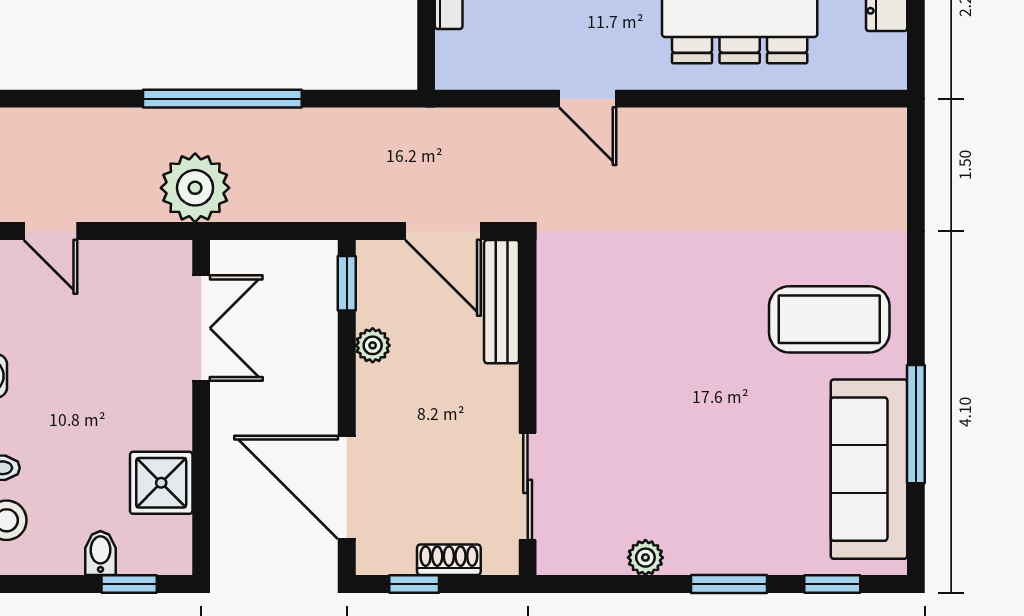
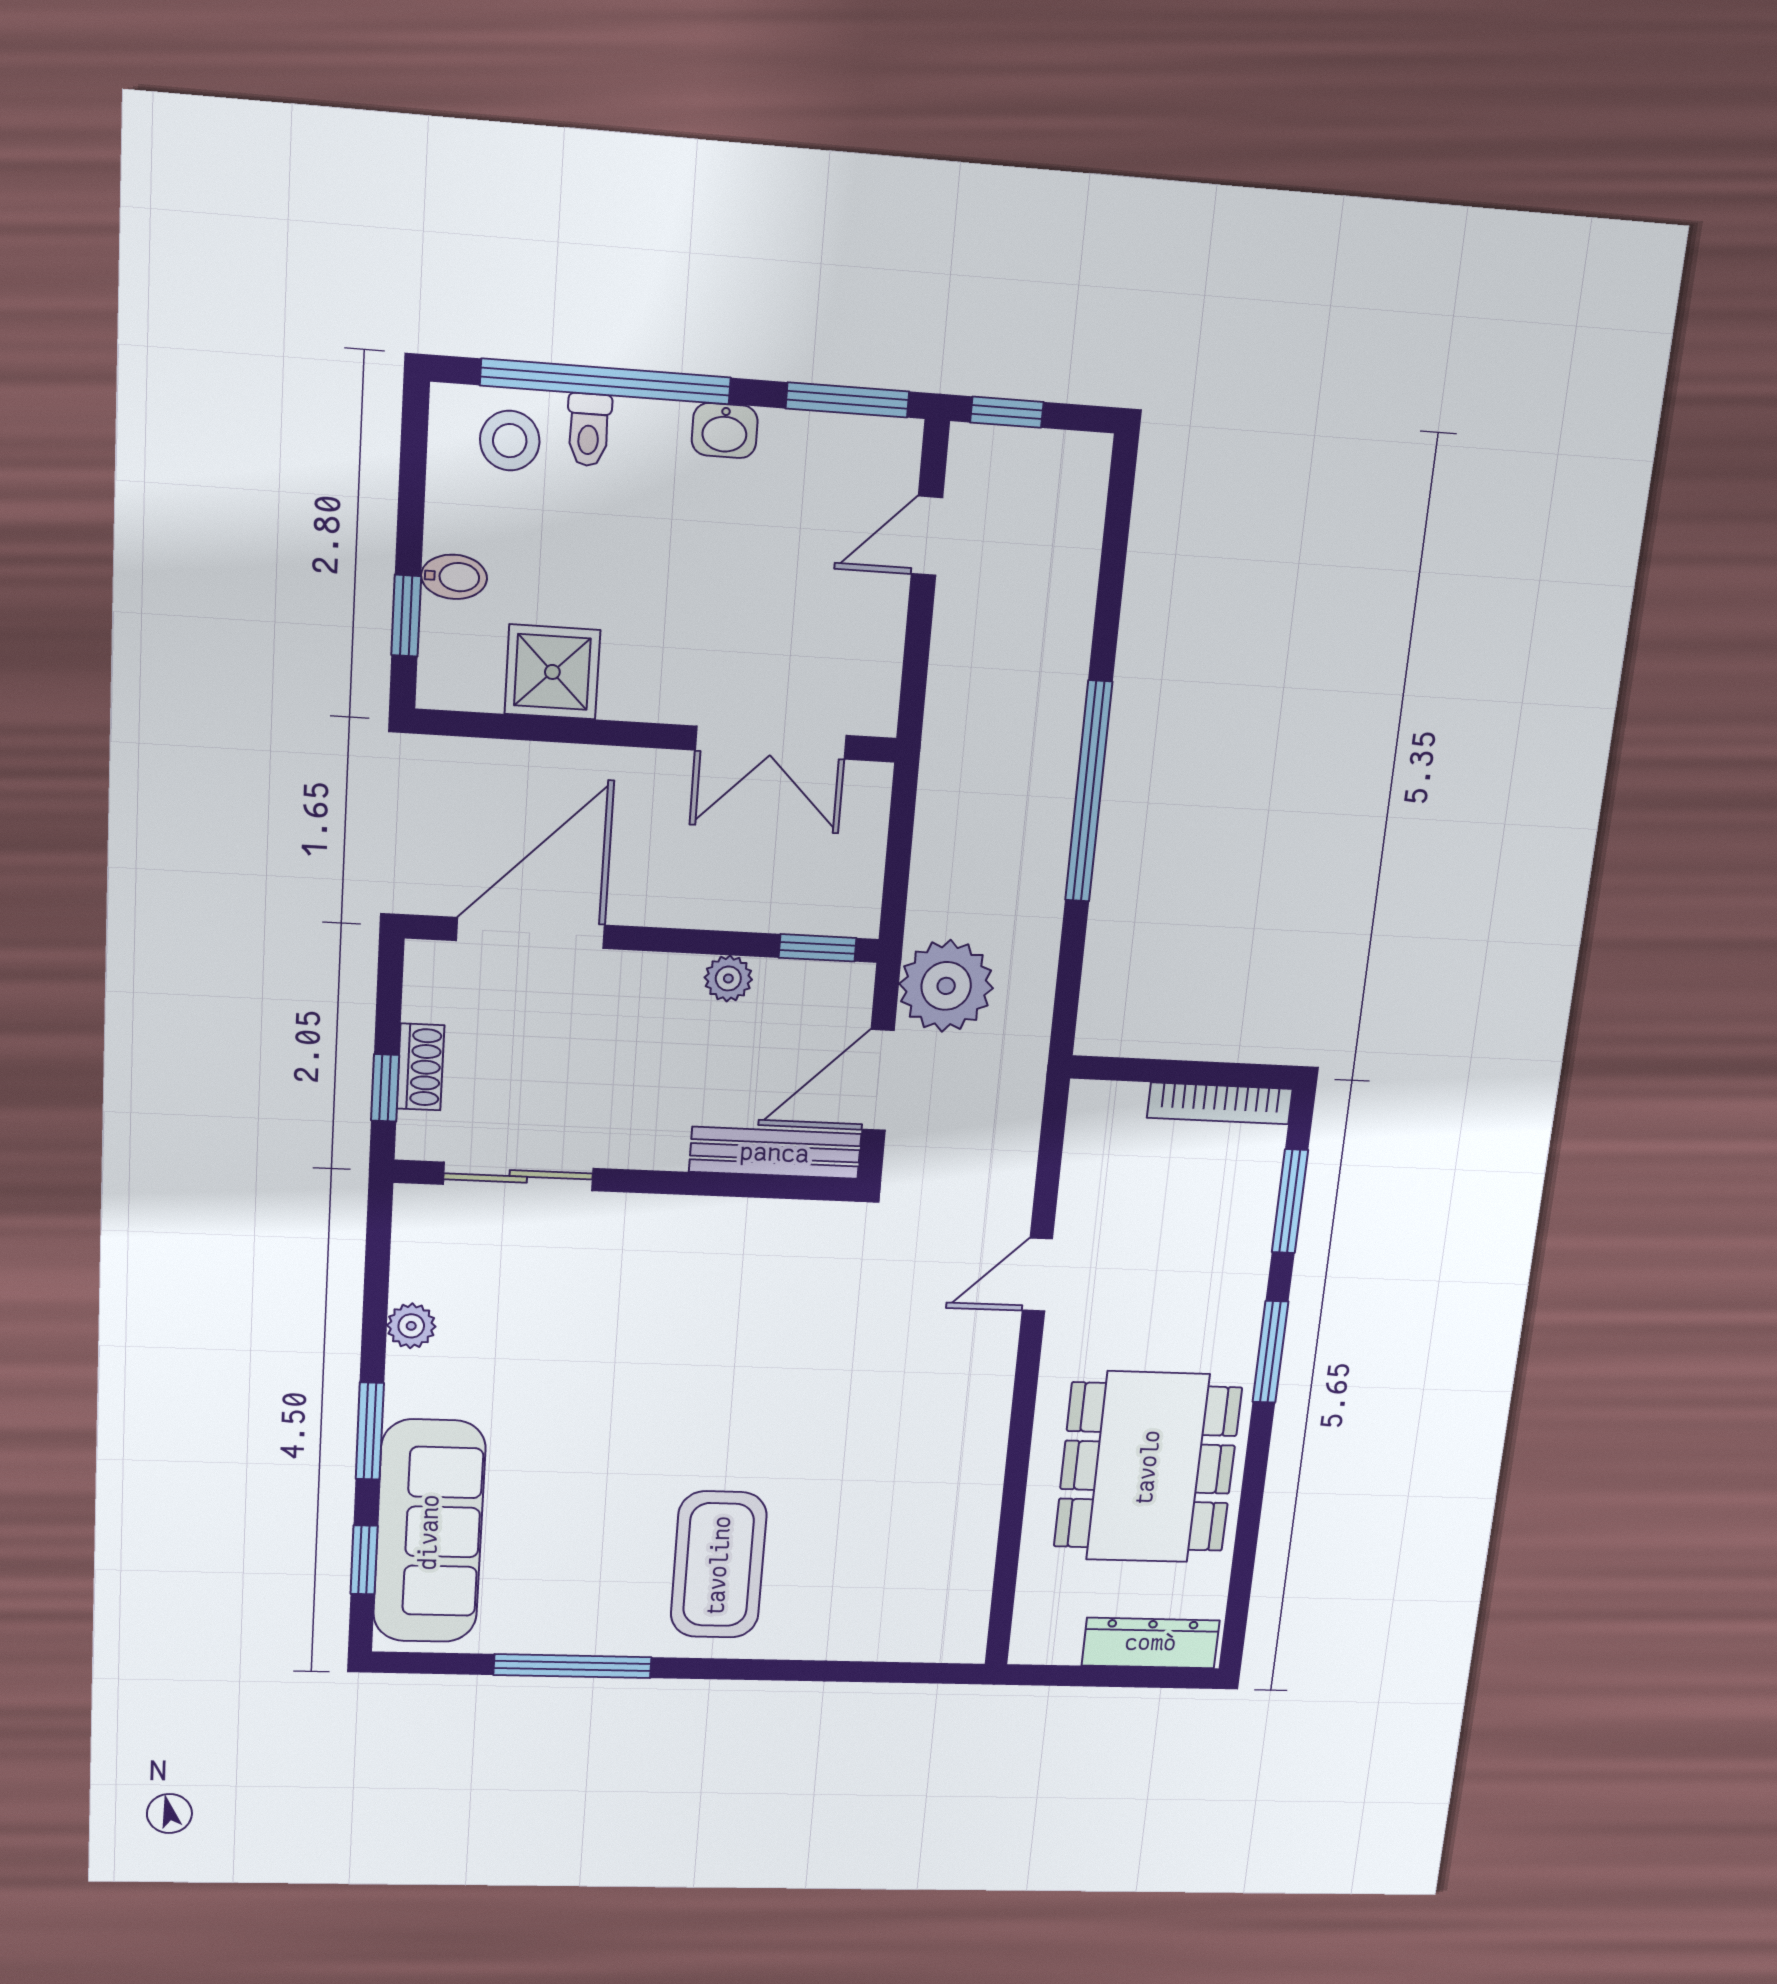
plant: (195, 188) -> (946, 986), moved
sofa: (869, 469) -> (429, 1532), moved, turned 90
window: (414, 584) -> (385, 1088), moved

